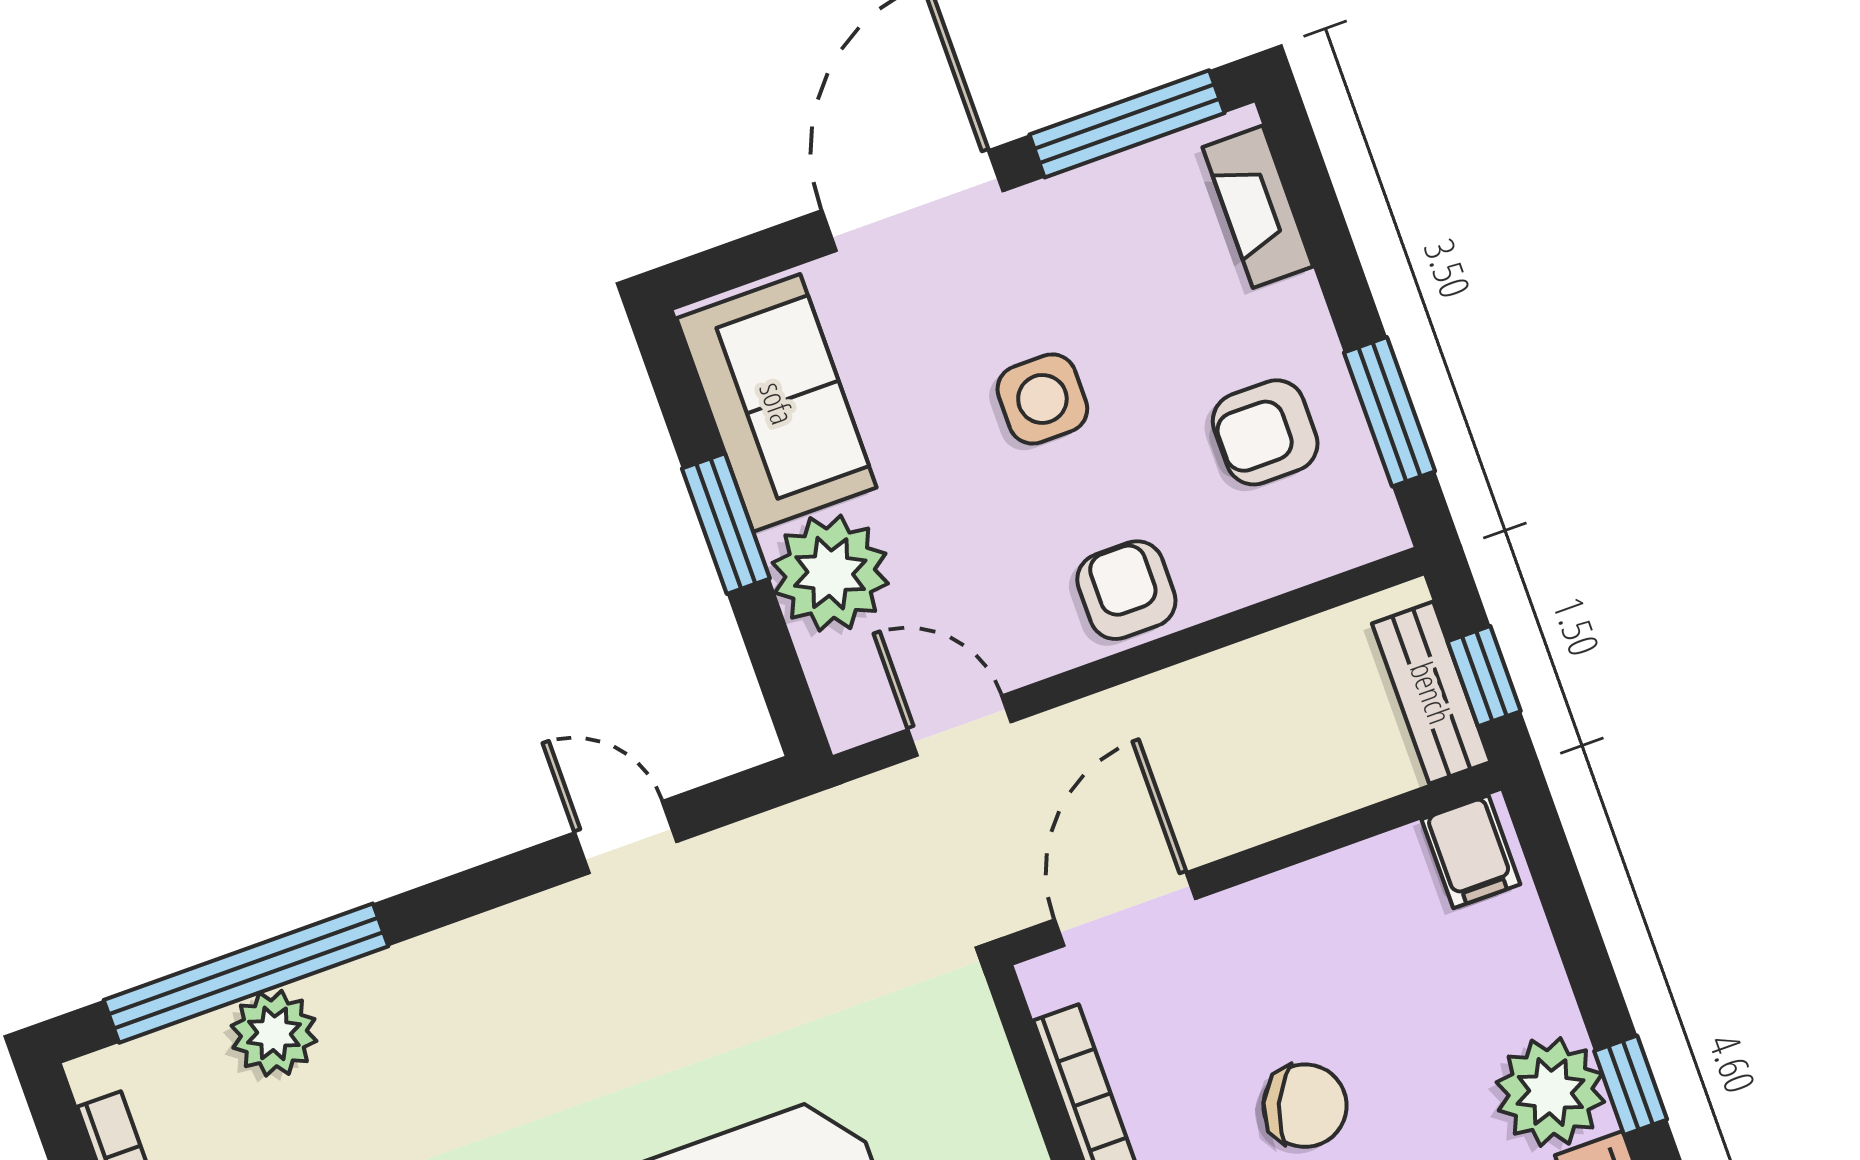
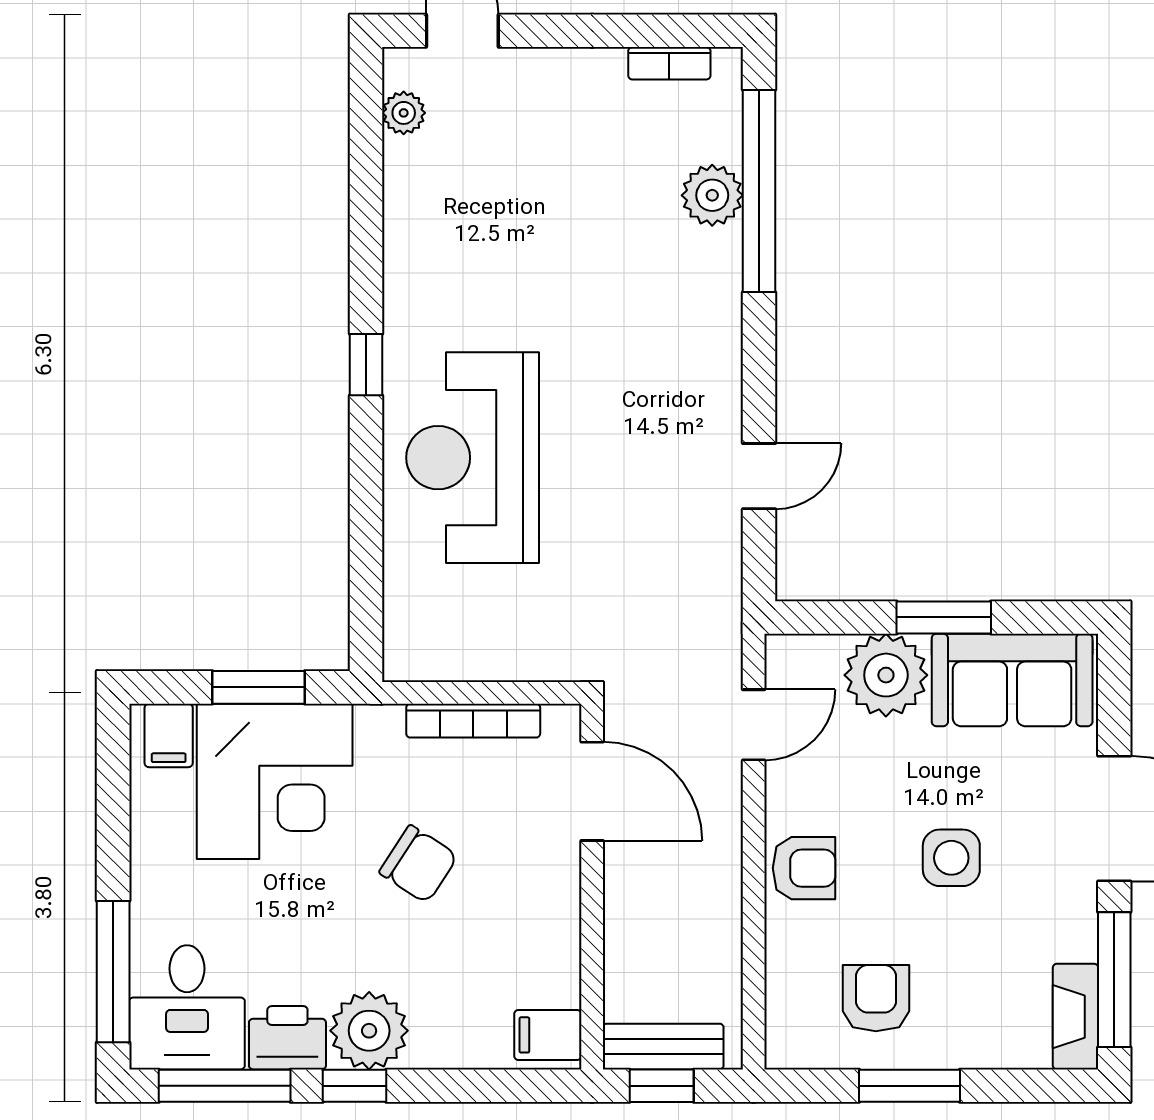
fireplace: (1258, 207) -> (1075, 1017), moved, turned -90
window: (1390, 412) -> (909, 1086), moved
chair: (1305, 1106) -> (418, 864), turned -81

